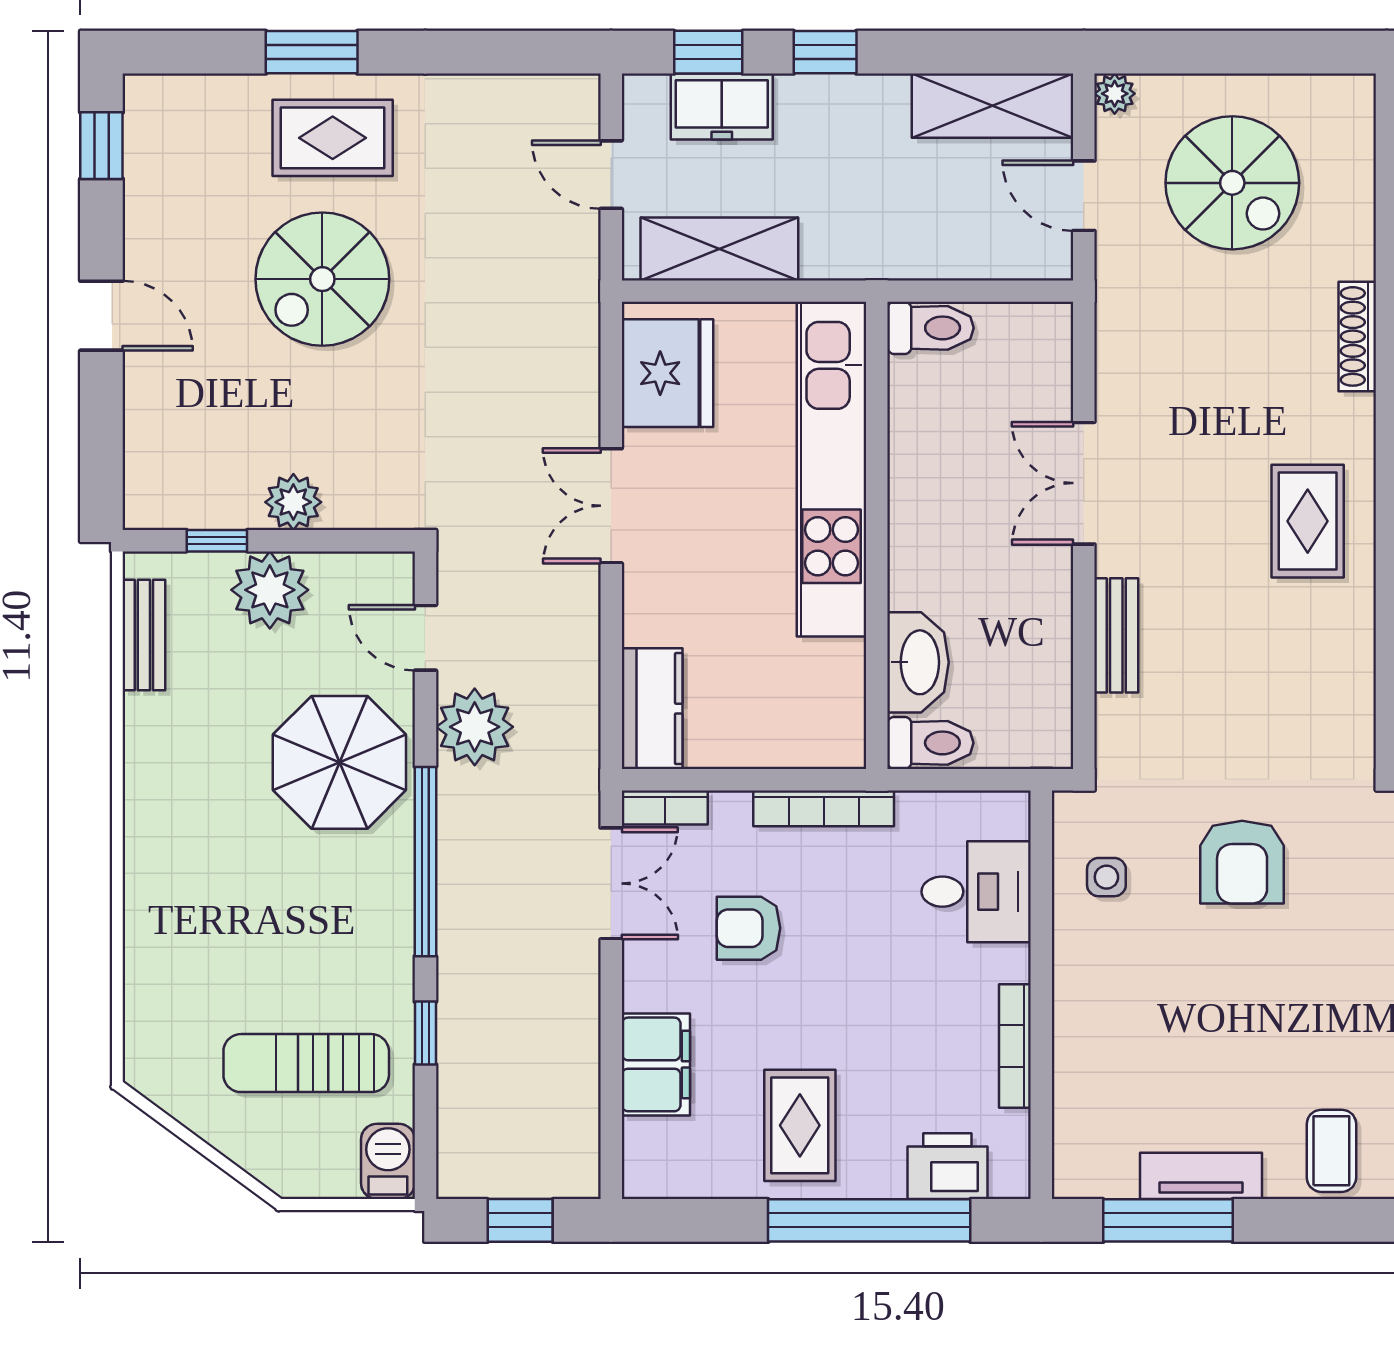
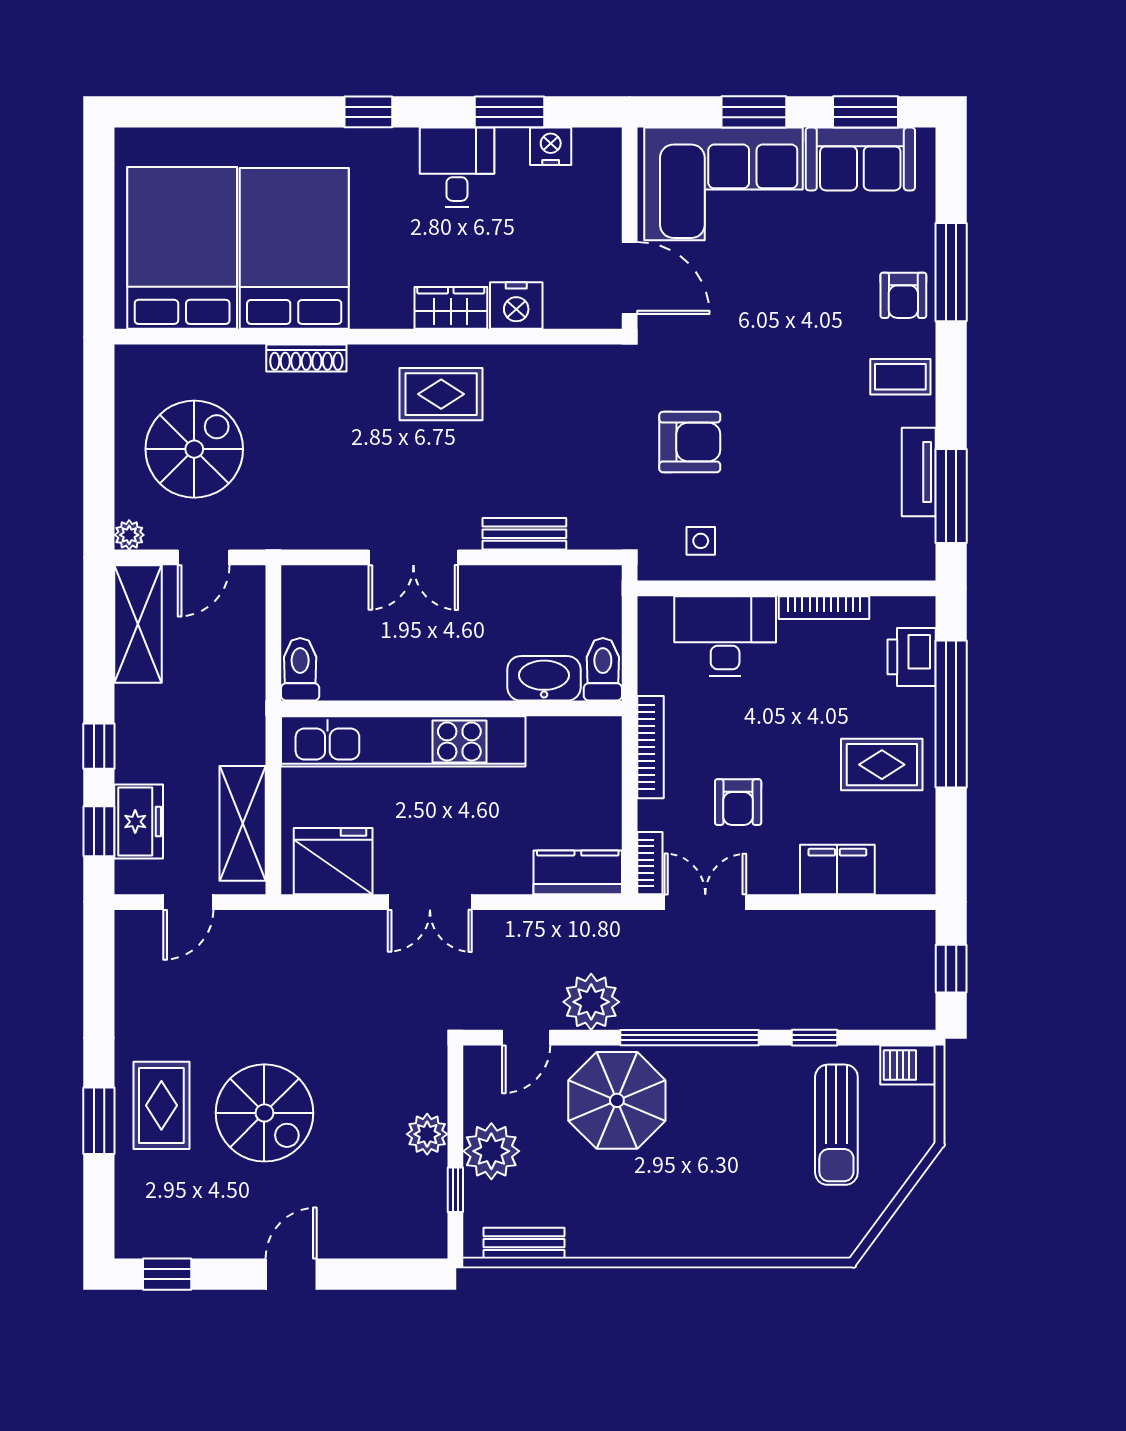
desk: (976, 892) -> (725, 636), width x1.37

